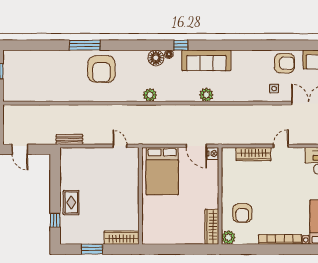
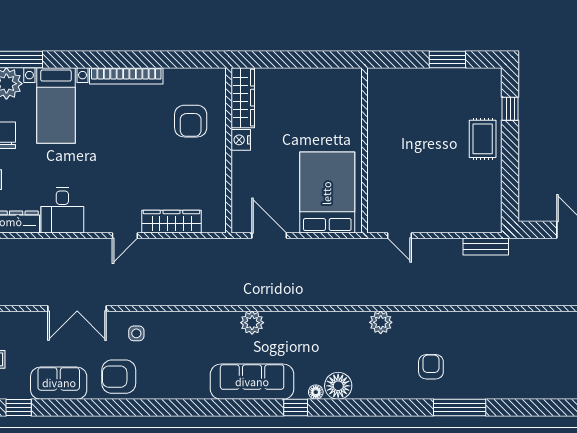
armchair: (101, 69) -> (431, 367), width x0.53, depth x0.53
plant: (150, 95) -> (381, 322), moved
nightstand: (213, 154) -> (241, 140), moved
armchair: (242, 213) -> (191, 121), turned 180
plant: (228, 237) -> (214, 79), removed
wardrobe: (122, 238) -> (397, 79), removed

